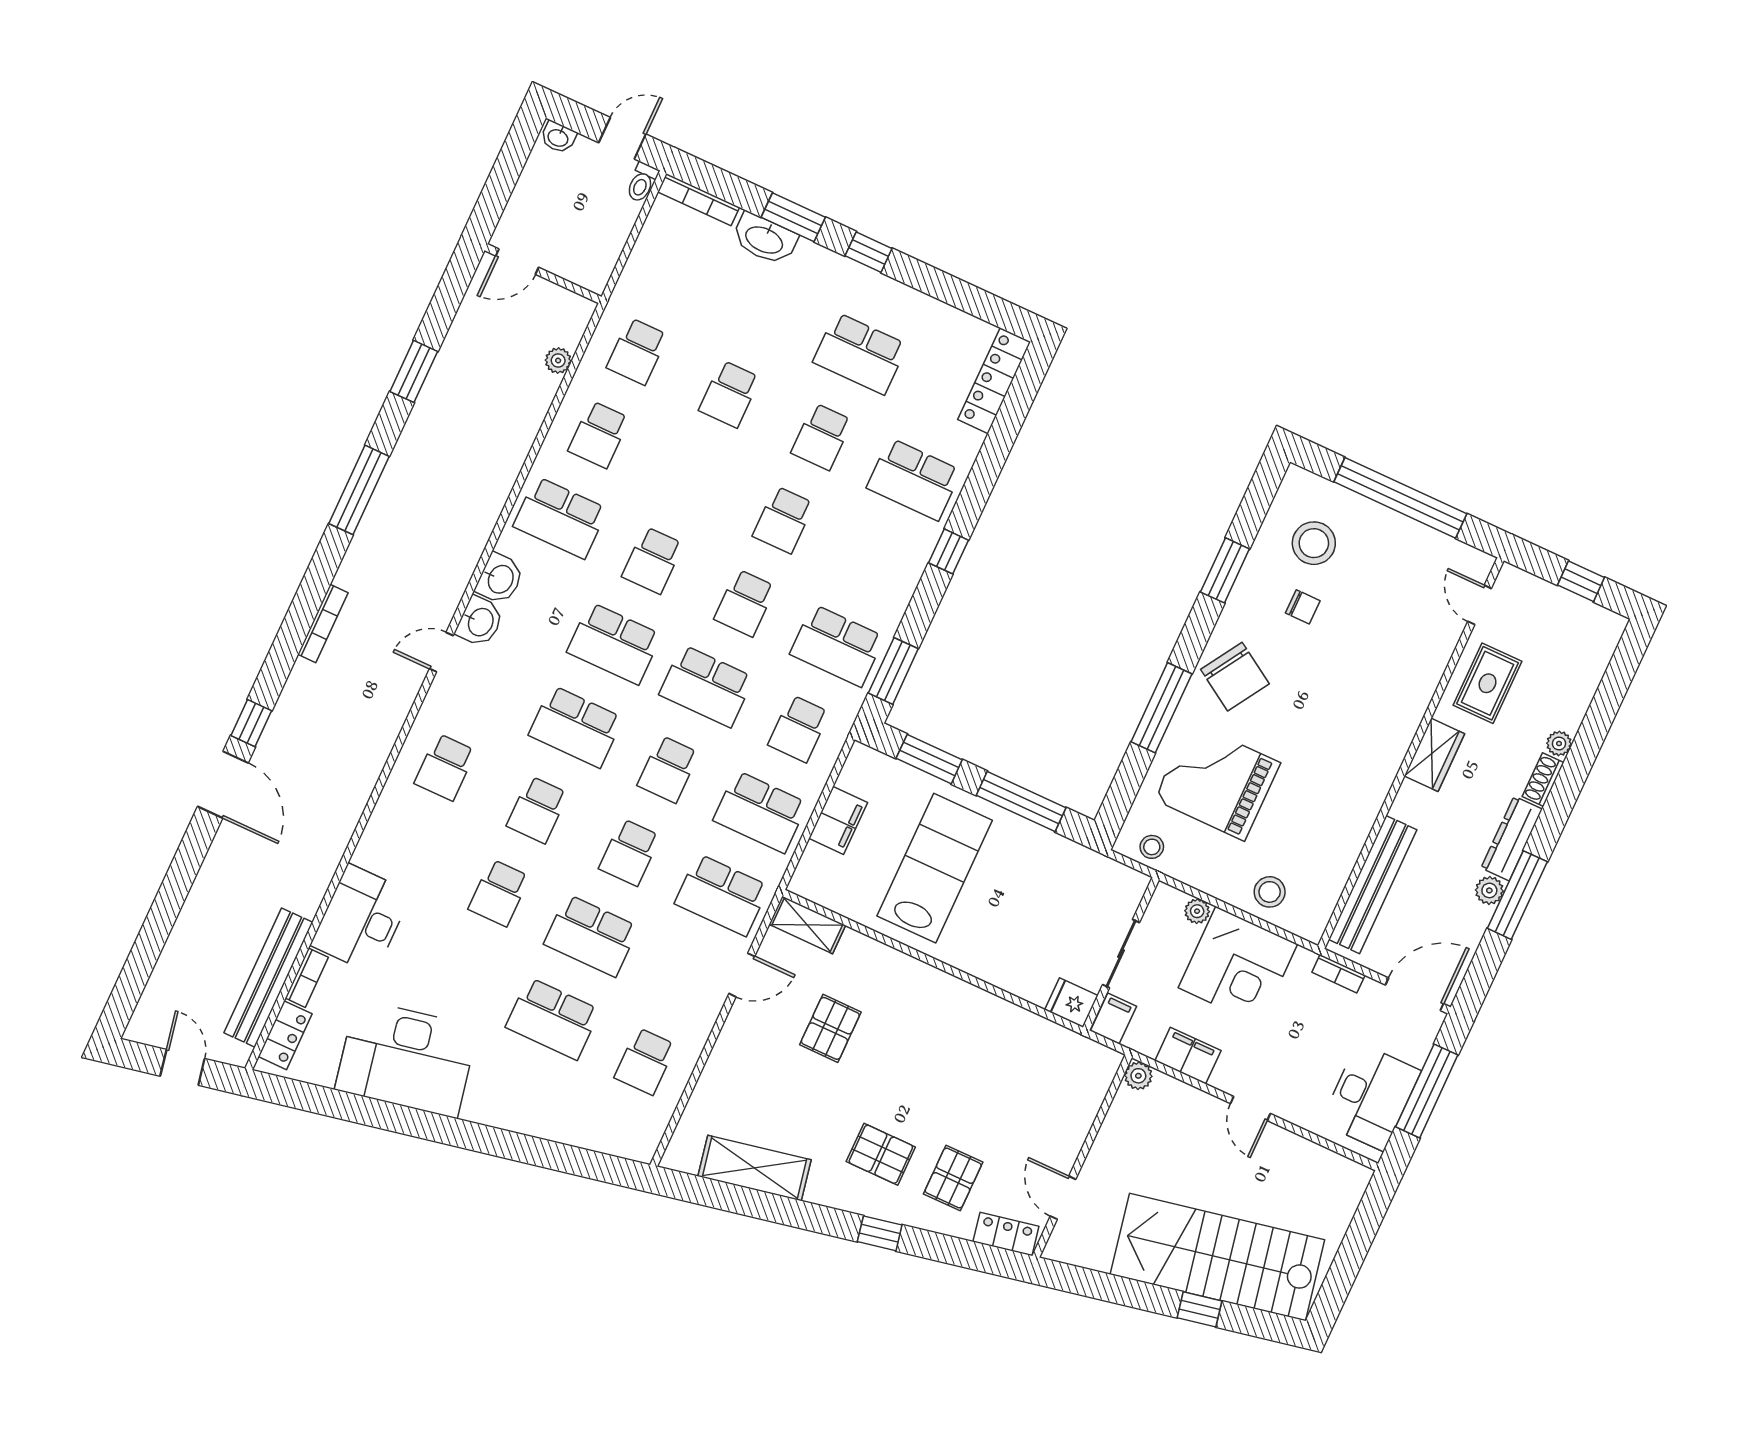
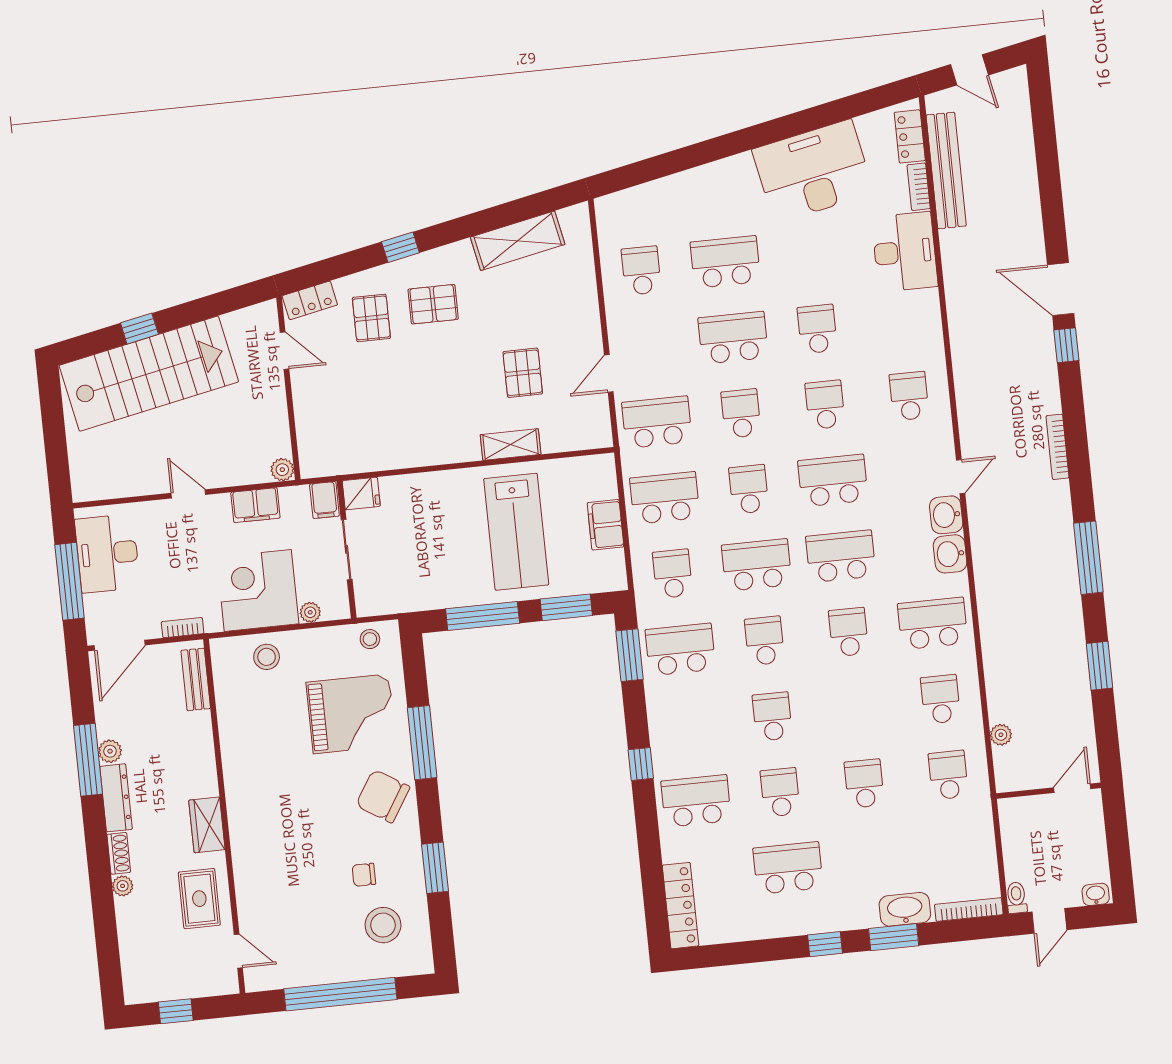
bench: (1373, 885) -> (196, 679), width x0.54, depth x0.82
shelving: (807, 925) -> (511, 445), moved

